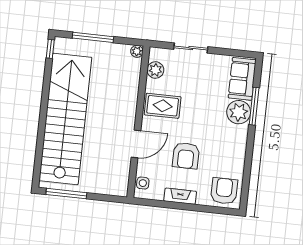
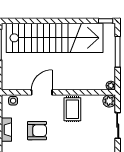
plant: (155, 70) -> (109, 101), moved
door: (136, 144) -> (42, 92), swing flipped
armchair: (186, 156) -> (37, 131), turned 180

